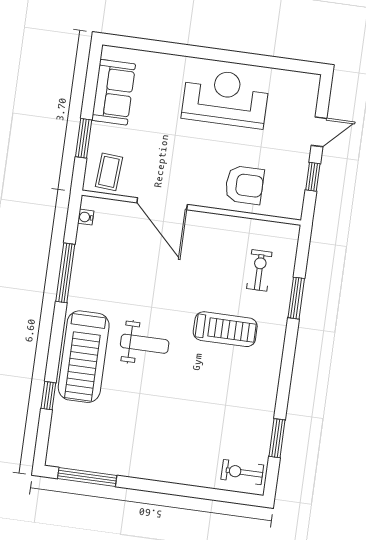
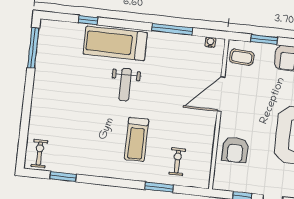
exercise bike: (259, 270) -> (177, 162), turned -90

